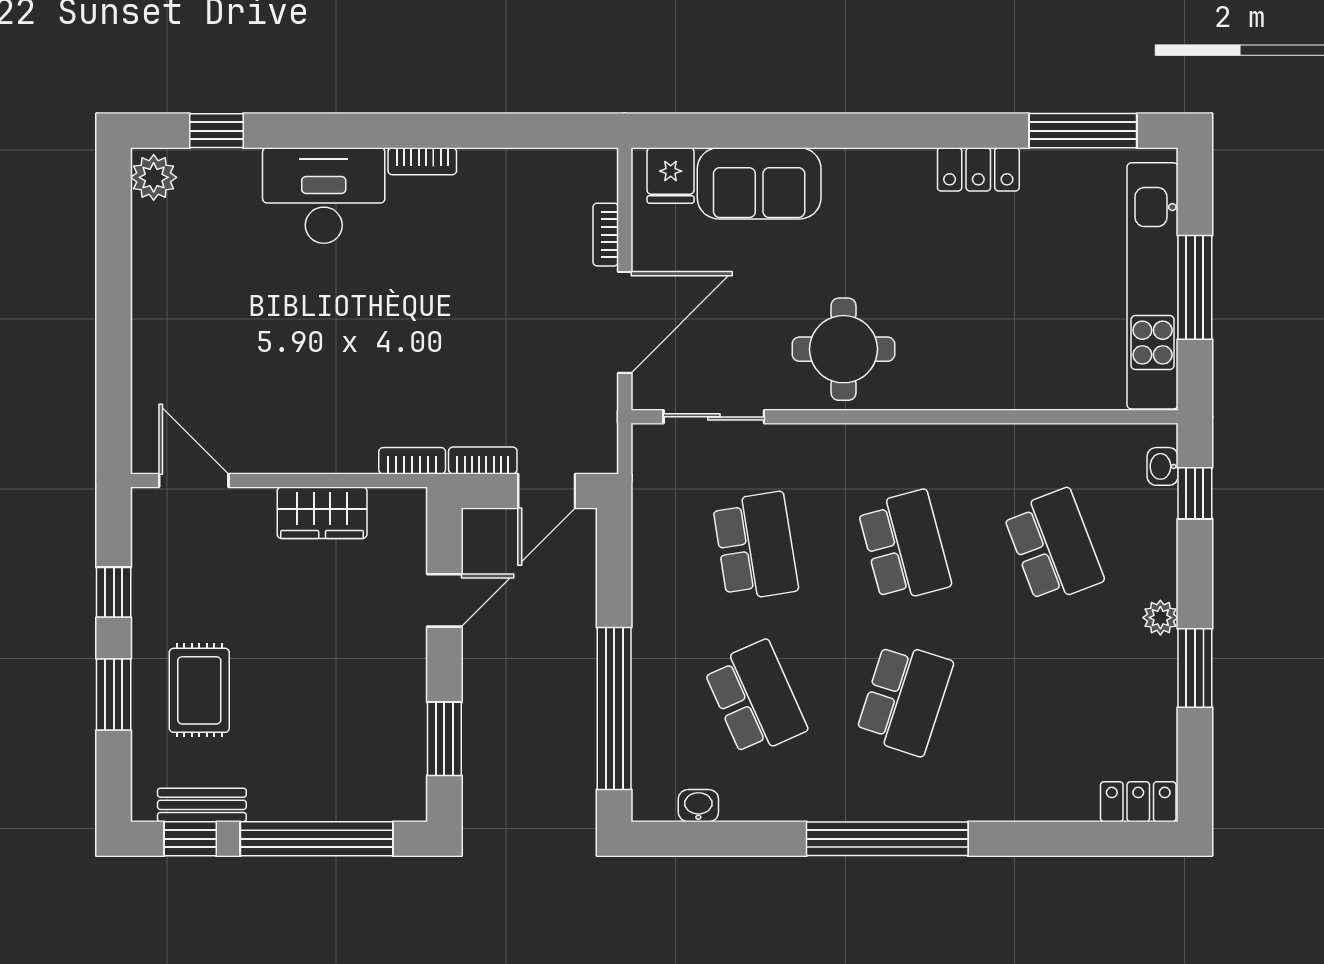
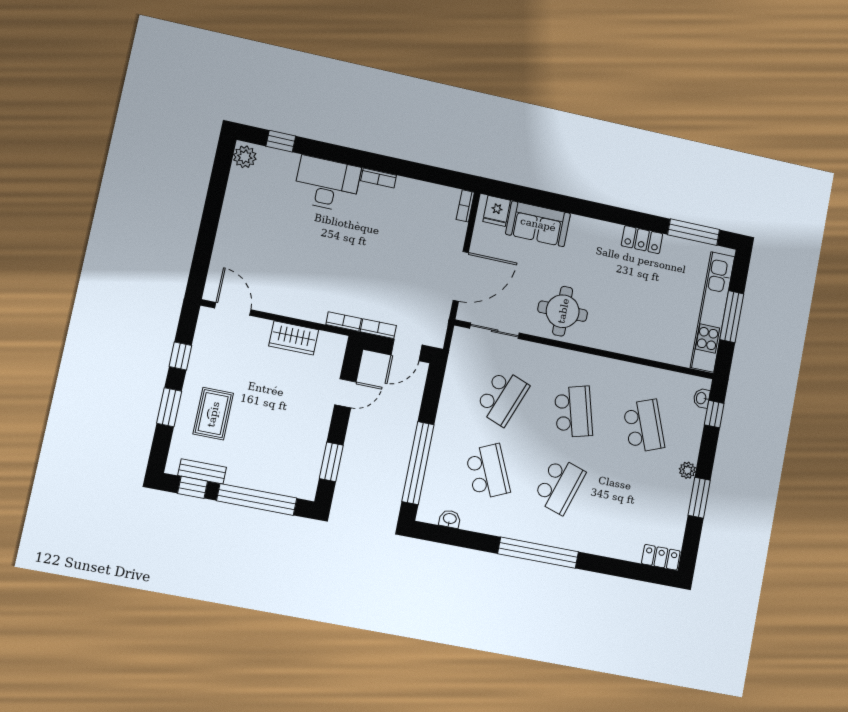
bookcase: (606, 235) -> (465, 206), moved
school desk: (755, 546) -> (502, 397), turned 30

